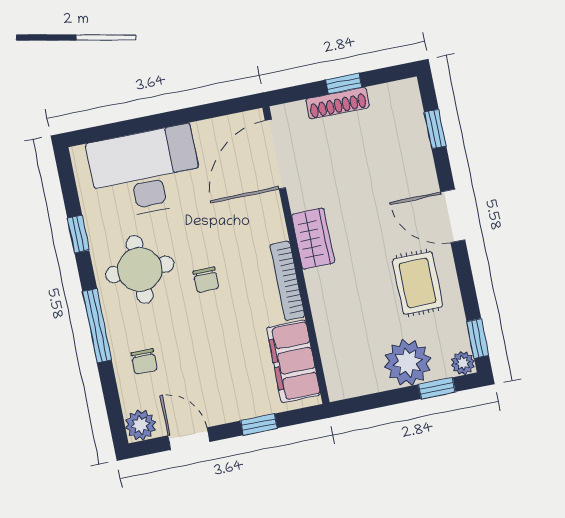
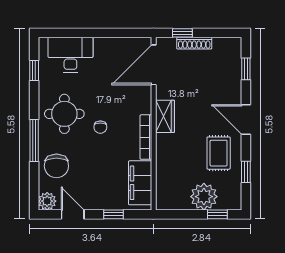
window: (344, 84) -> (182, 33), moved
desk: (145, 172) -> (70, 55), width x0.73, depth x0.77
window: (78, 234) -> (34, 71), moved
window: (478, 338) -> (246, 172), moved
chair: (144, 361) -> (56, 166), width x1.87, depth x1.87
plant: (463, 363) -> (235, 203), removed

